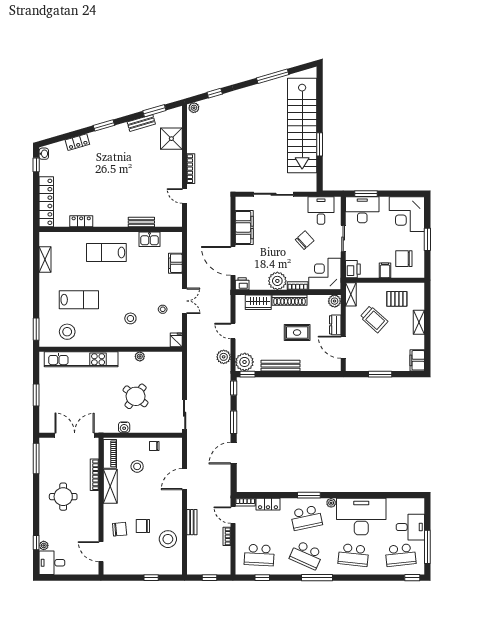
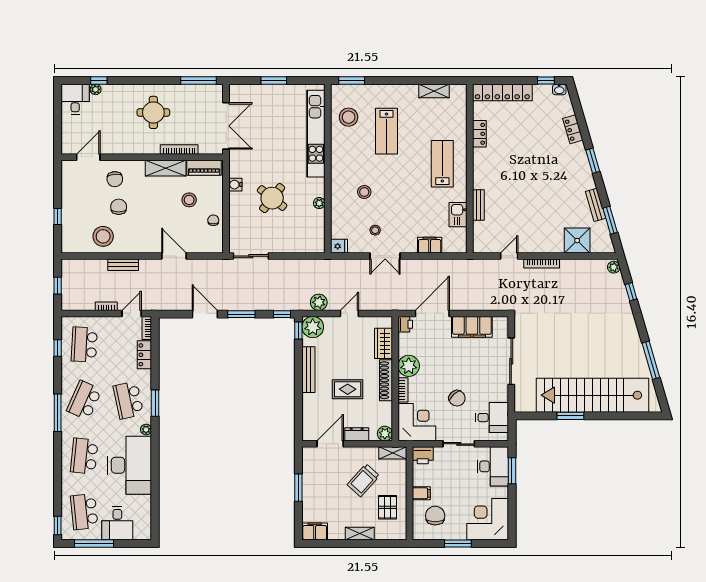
rug: (297, 333) -> (348, 389), turned 90

